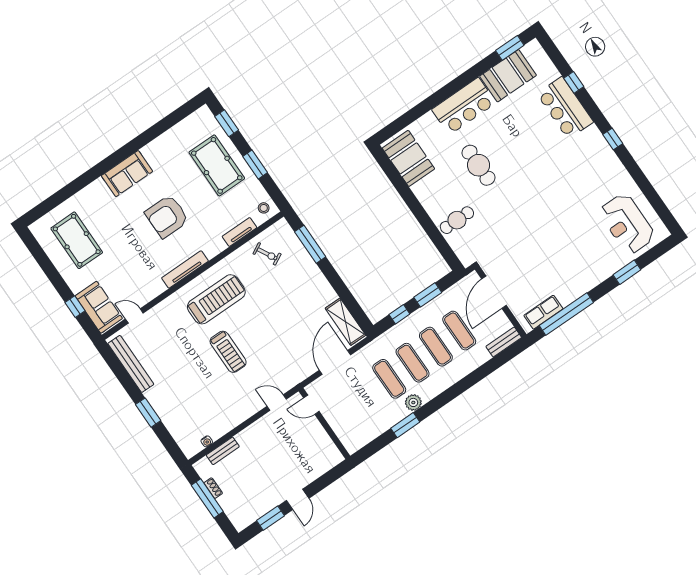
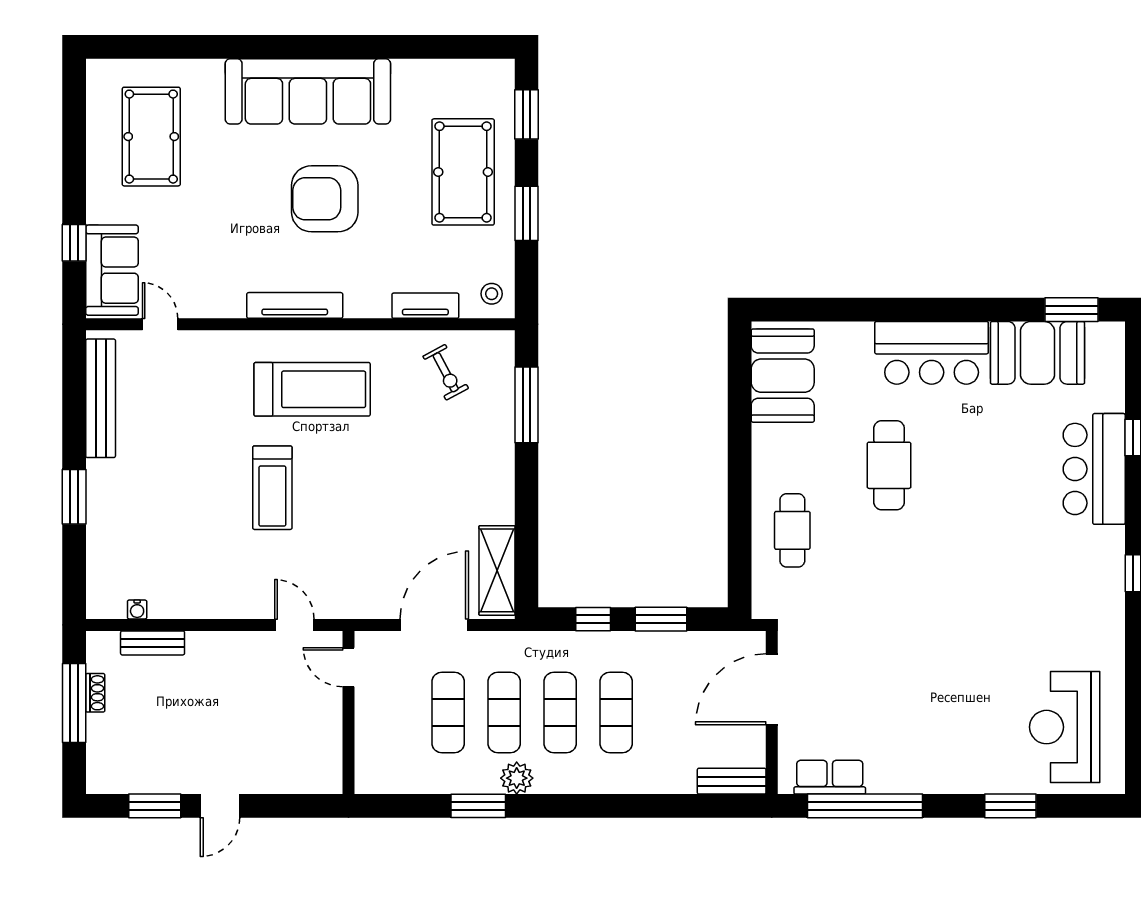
sofa: (127, 174) -> (308, 91), width x1.85, depth x1.27
cafe table: (457, 220) -> (792, 530), turned 90
exercise mat: (459, 331) -> (448, 712), moved

